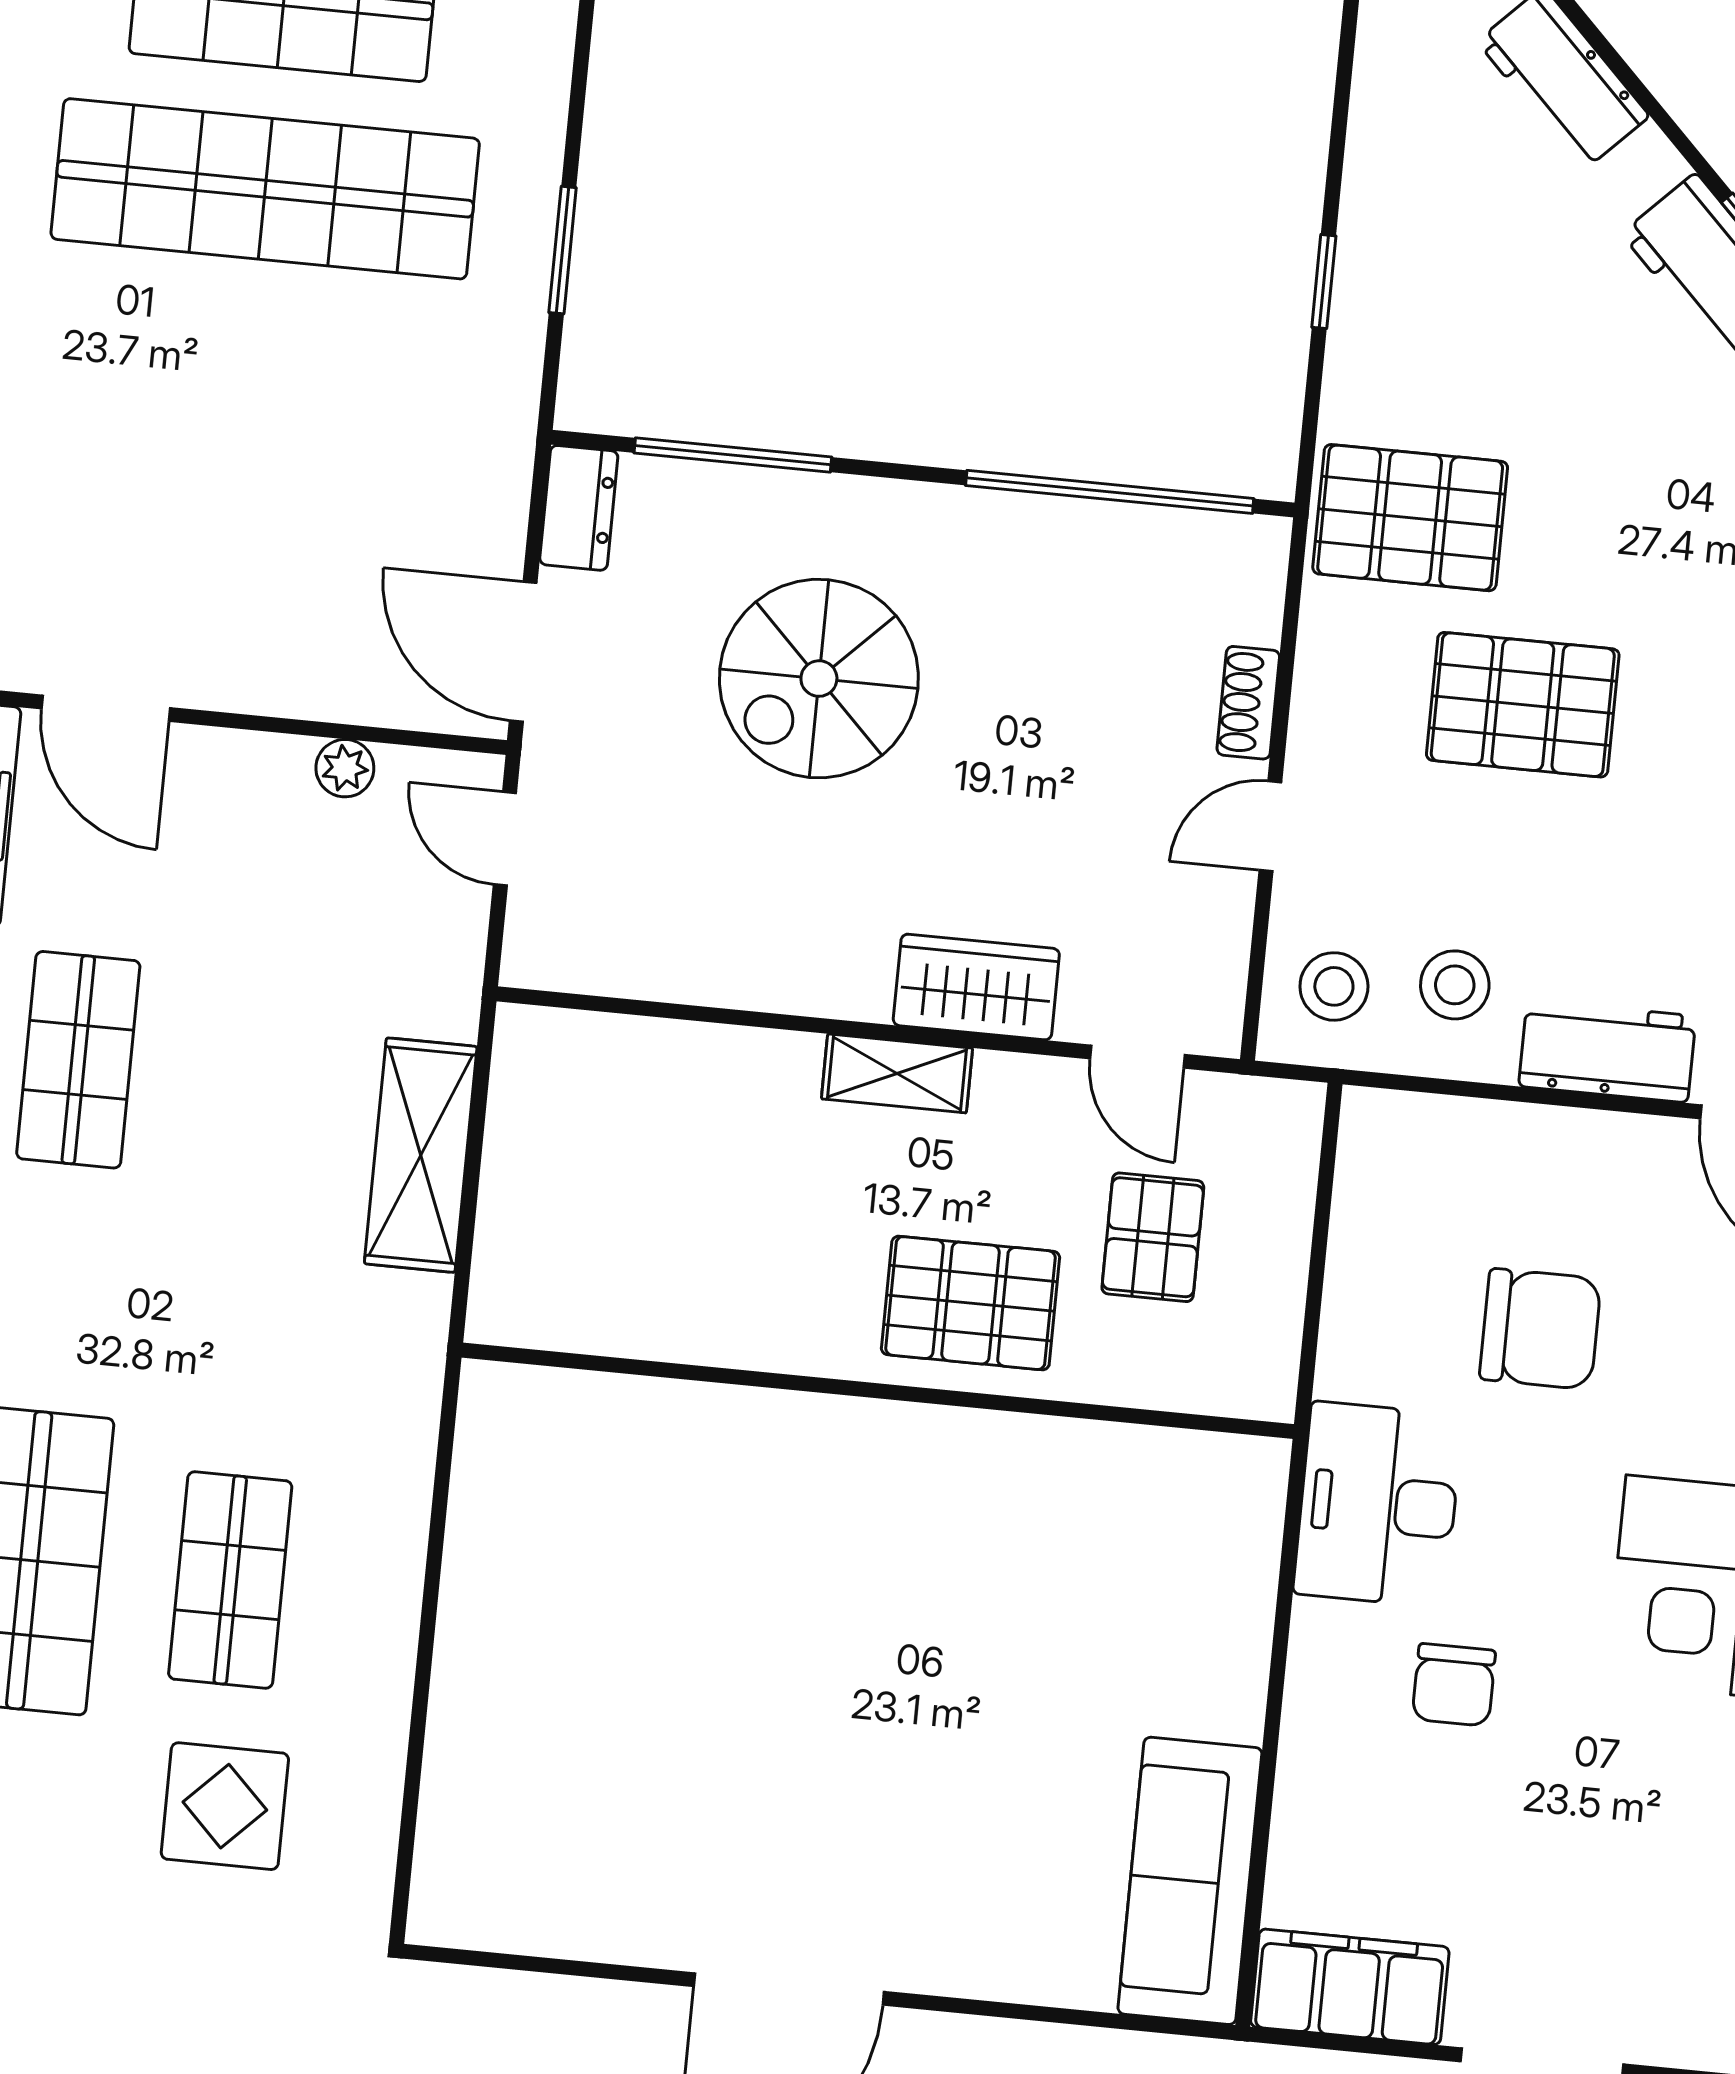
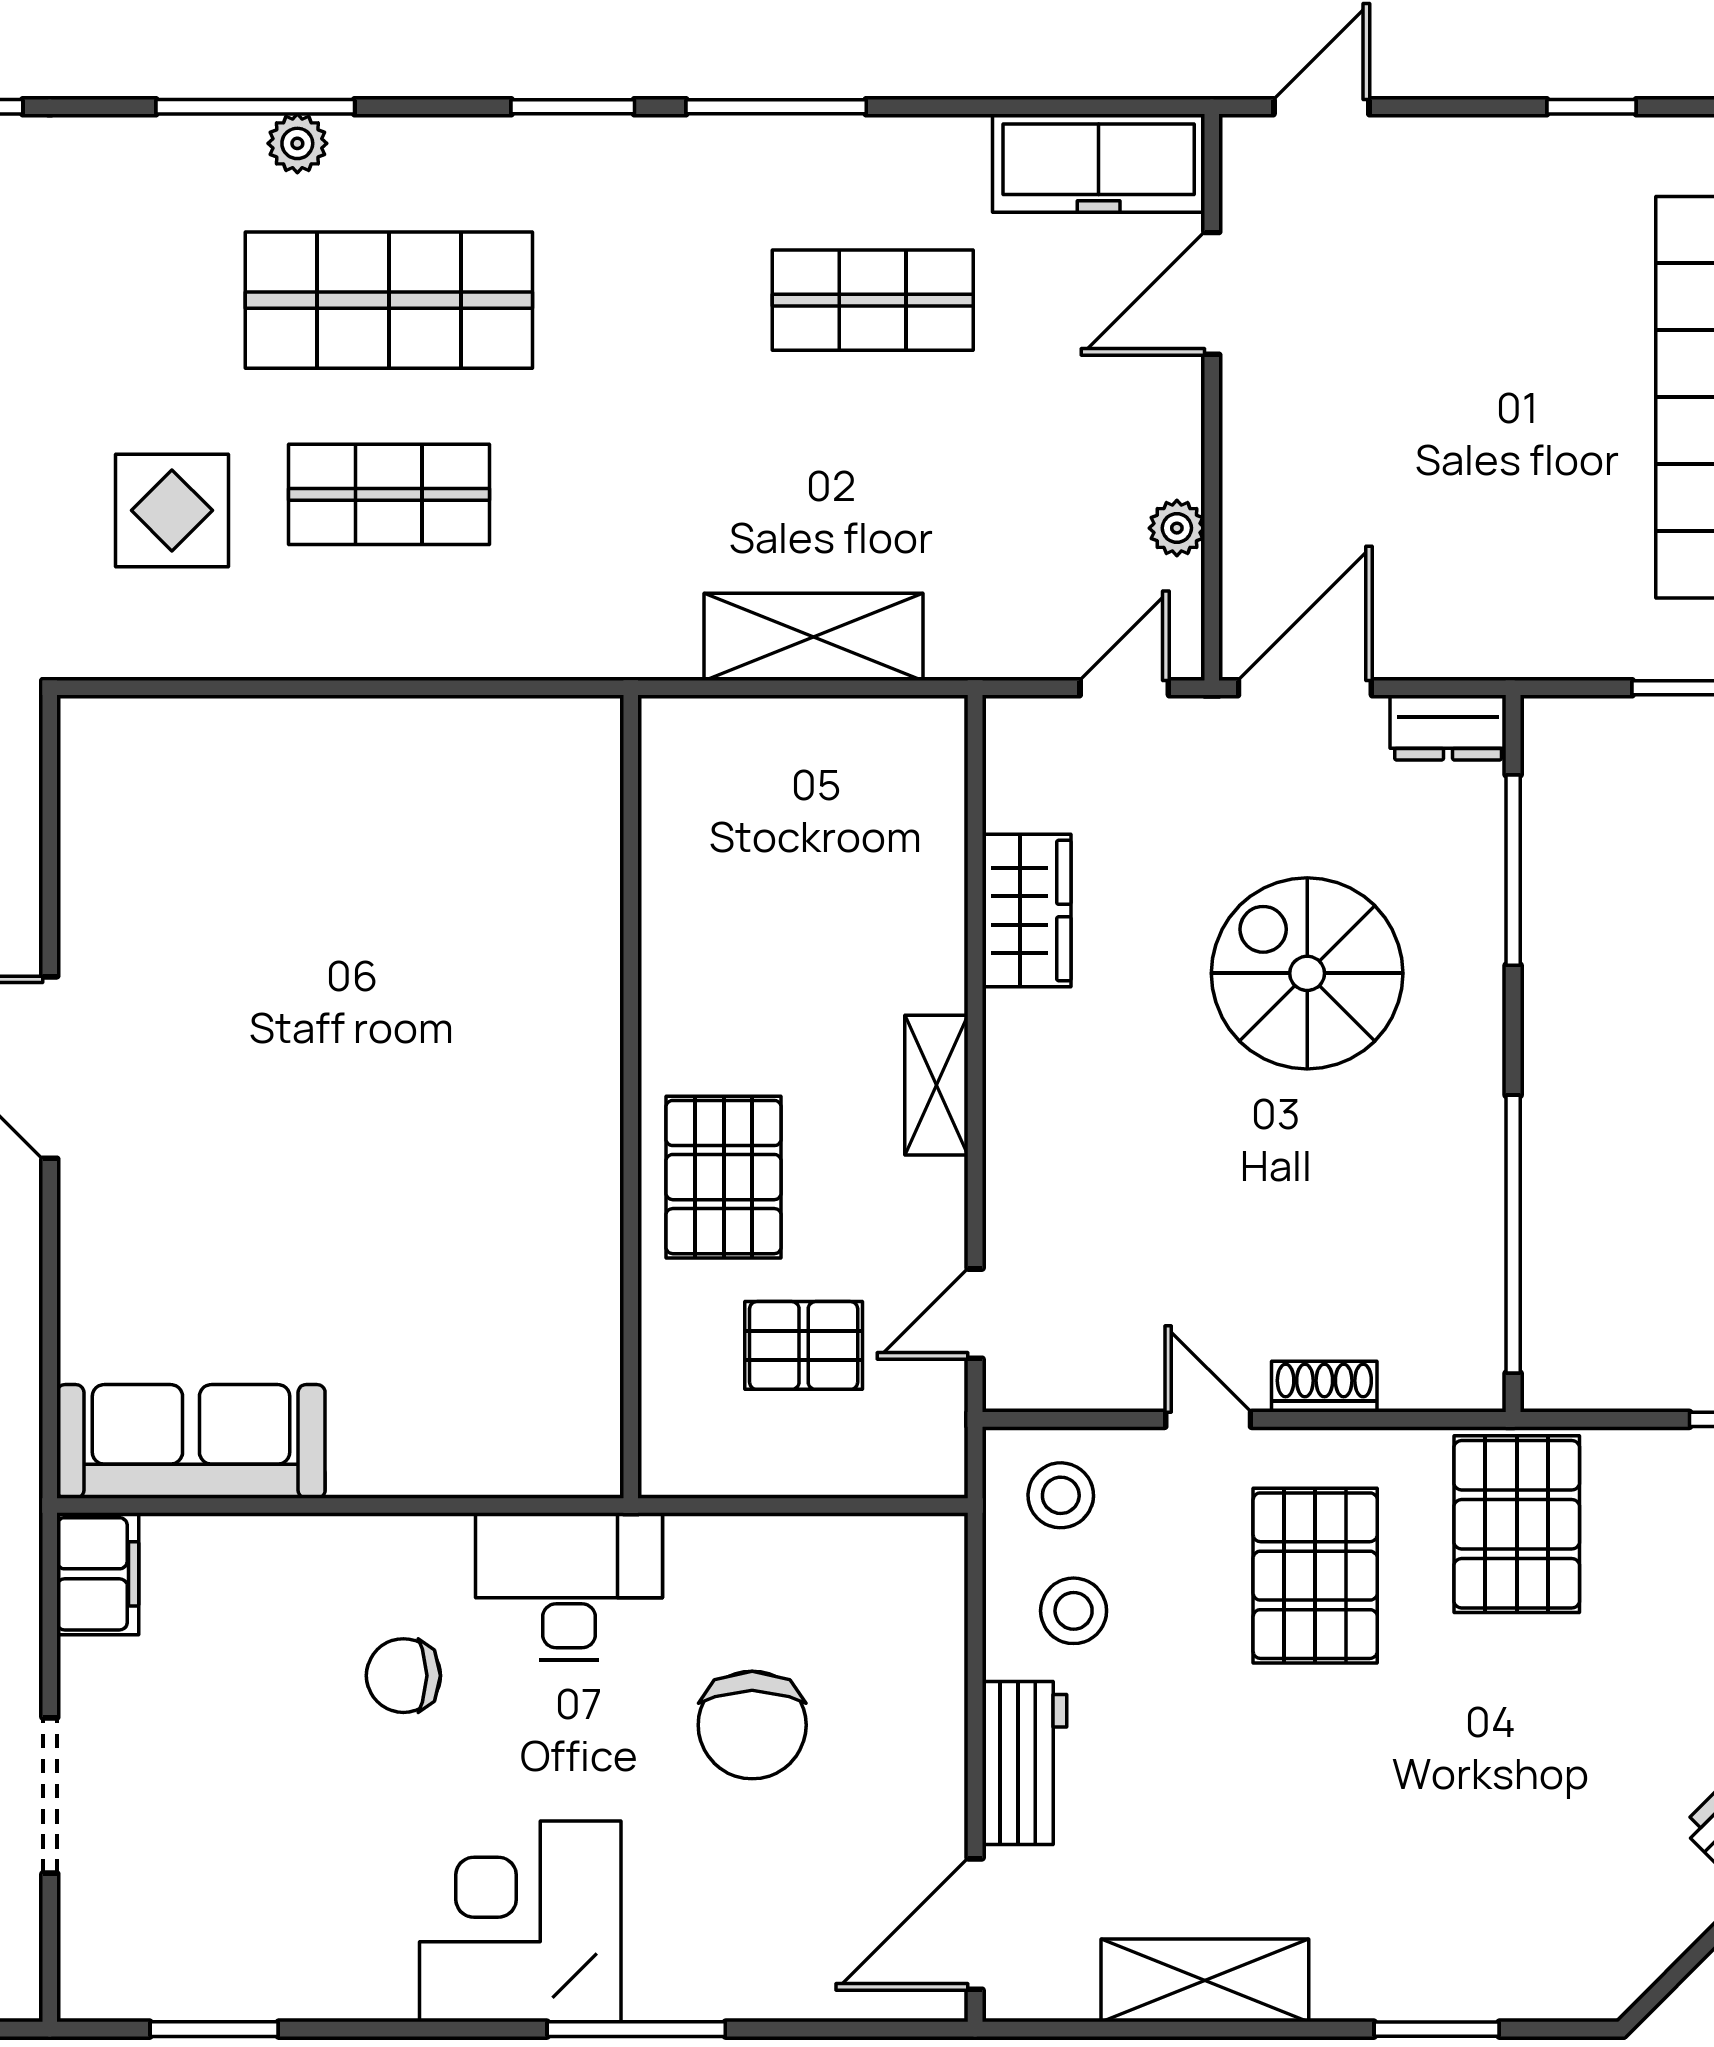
pallet: (1523, 705) -> (1315, 1576), moved
wardrobe: (976, 987) -> (1027, 911), moved
filing cabinet: (1350, 1987) -> (98, 1574), width x0.67, depth x0.86

